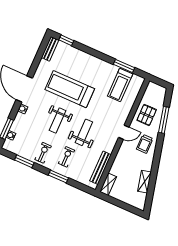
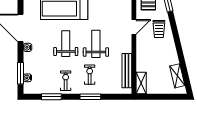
weight bench: (58, 120) -> (66, 44), turned 180
shelving: (145, 182) -> (177, 76), moved

